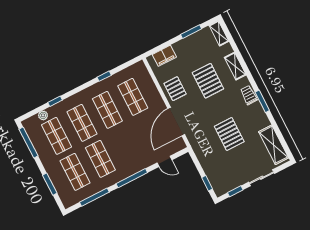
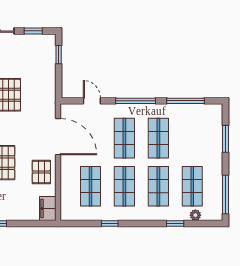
filing cabinet: (164, 56) -> (48, 209), moved, turned -90
door: (176, 122) -> (58, 137), hinge flipped
shop shelf: (75, 172) -> (124, 138), moved

